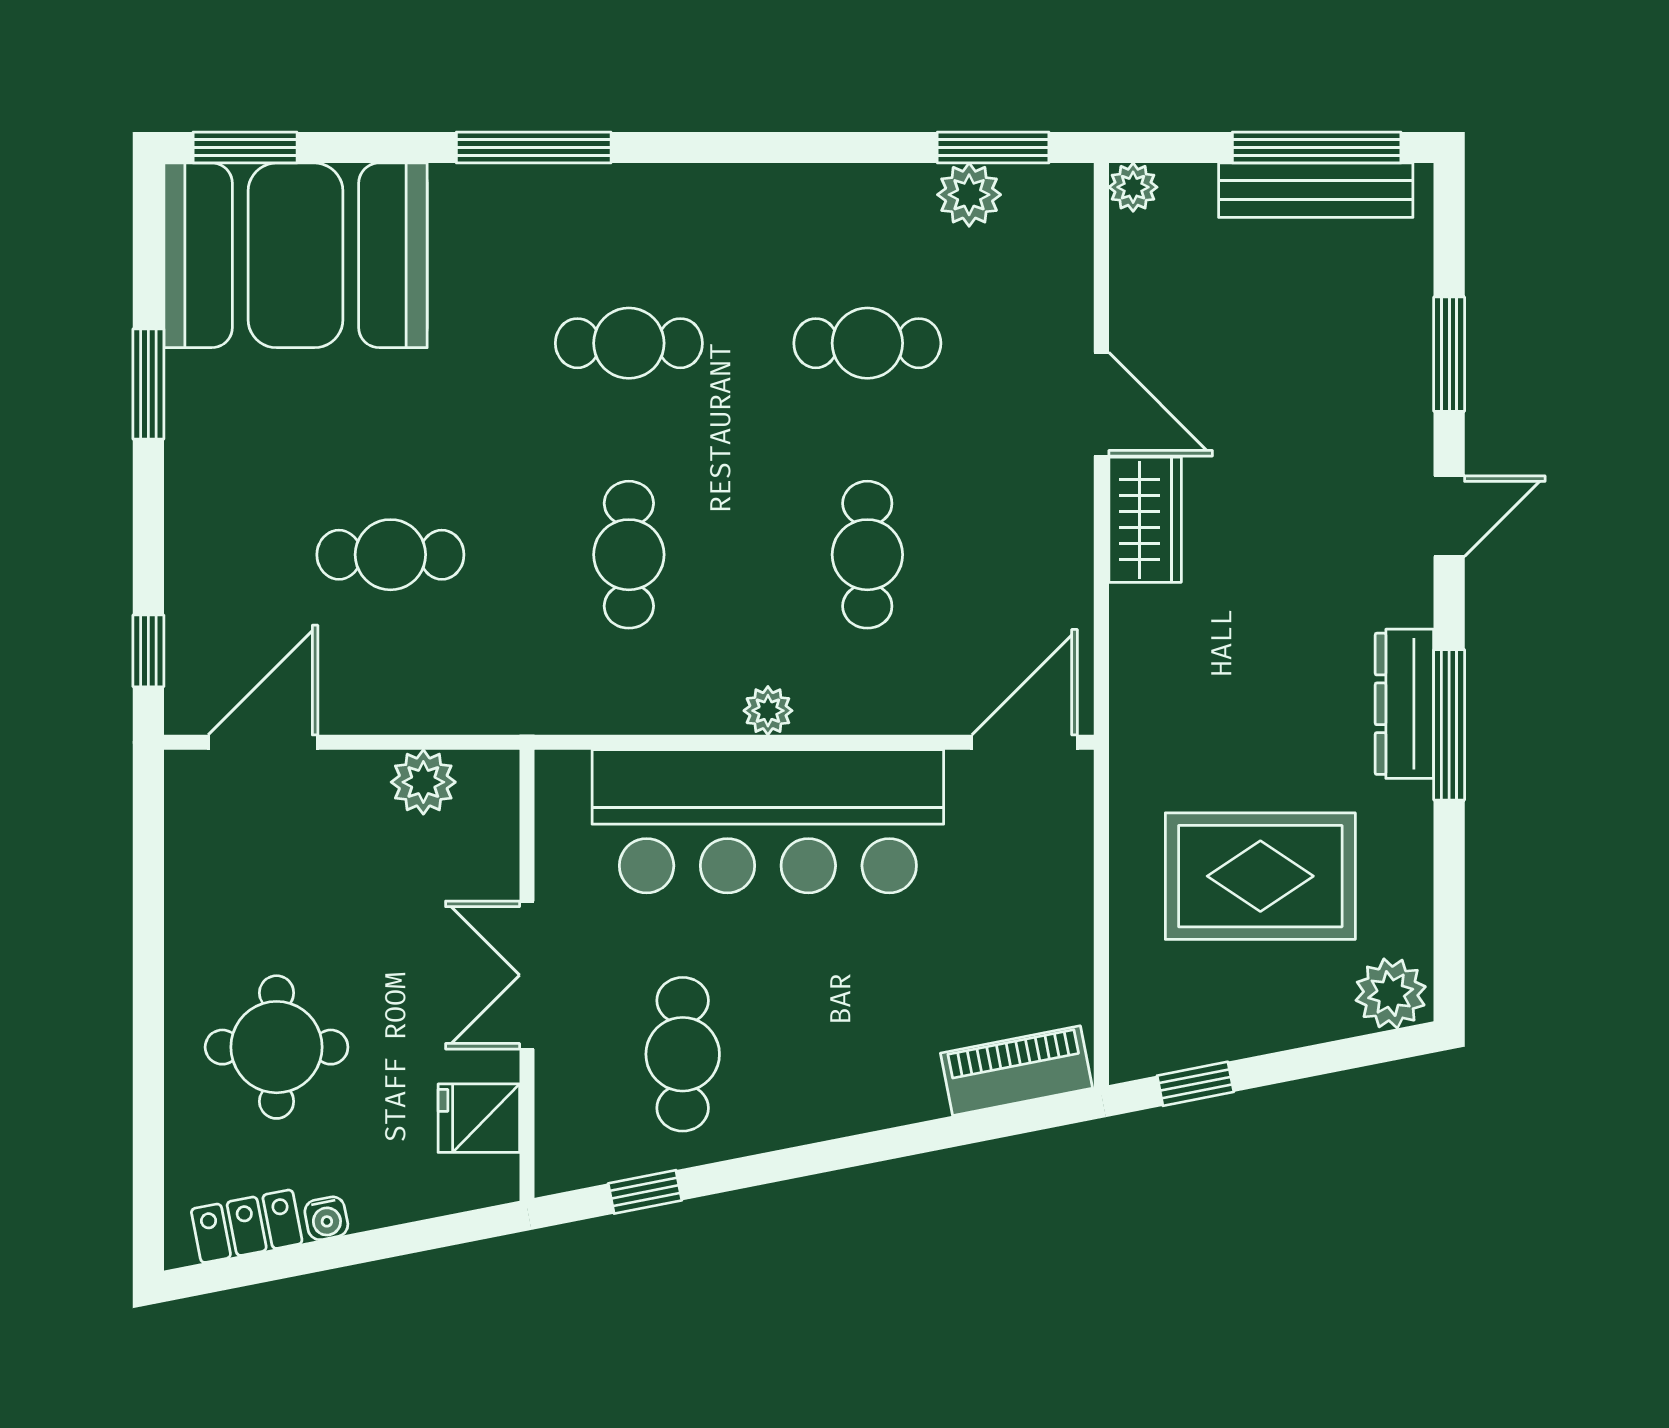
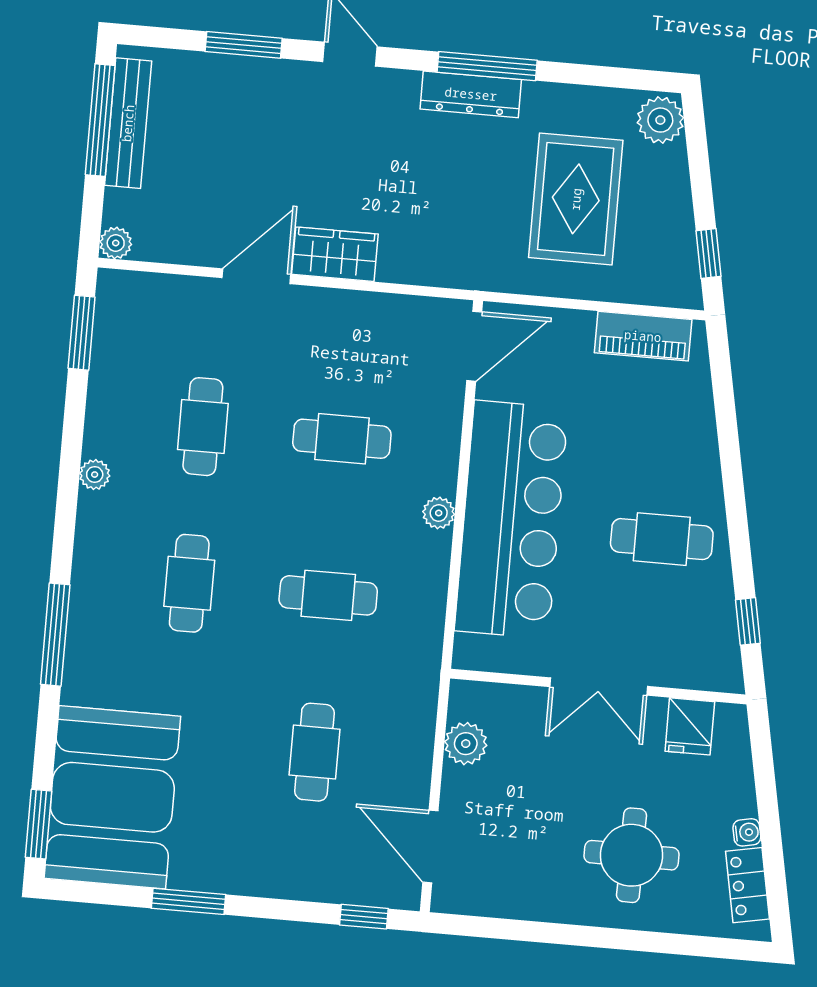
plant: (969, 195) -> (95, 475), moved, width x0.73, depth x0.73
door: (1025, 742) -> (474, 346), swing flipped
cafe table: (683, 1054) -> (662, 539), moved
piano: (1017, 1071) -> (643, 336), moved, turned -79

